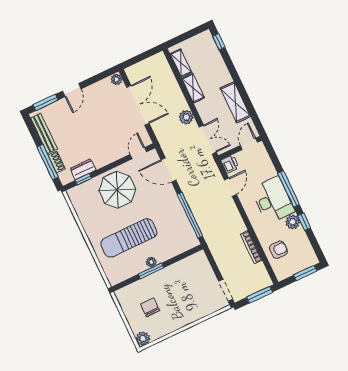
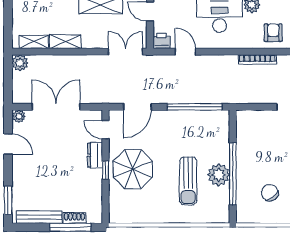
door: (72, 90) -> (8, 144), moved
plant: (186, 117) -> (20, 63), moved
dresser: (83, 169) -> (95, 155), moved
window: (83, 179) -> (105, 170), moved
sun lounger: (129, 238) -> (188, 181), width x0.73, depth x0.75
plant: (151, 262) -> (219, 175), width x1.88, depth x1.88
window: (151, 271) -> (233, 174), width x2.11
chair: (150, 307) -> (270, 193), turned 53

